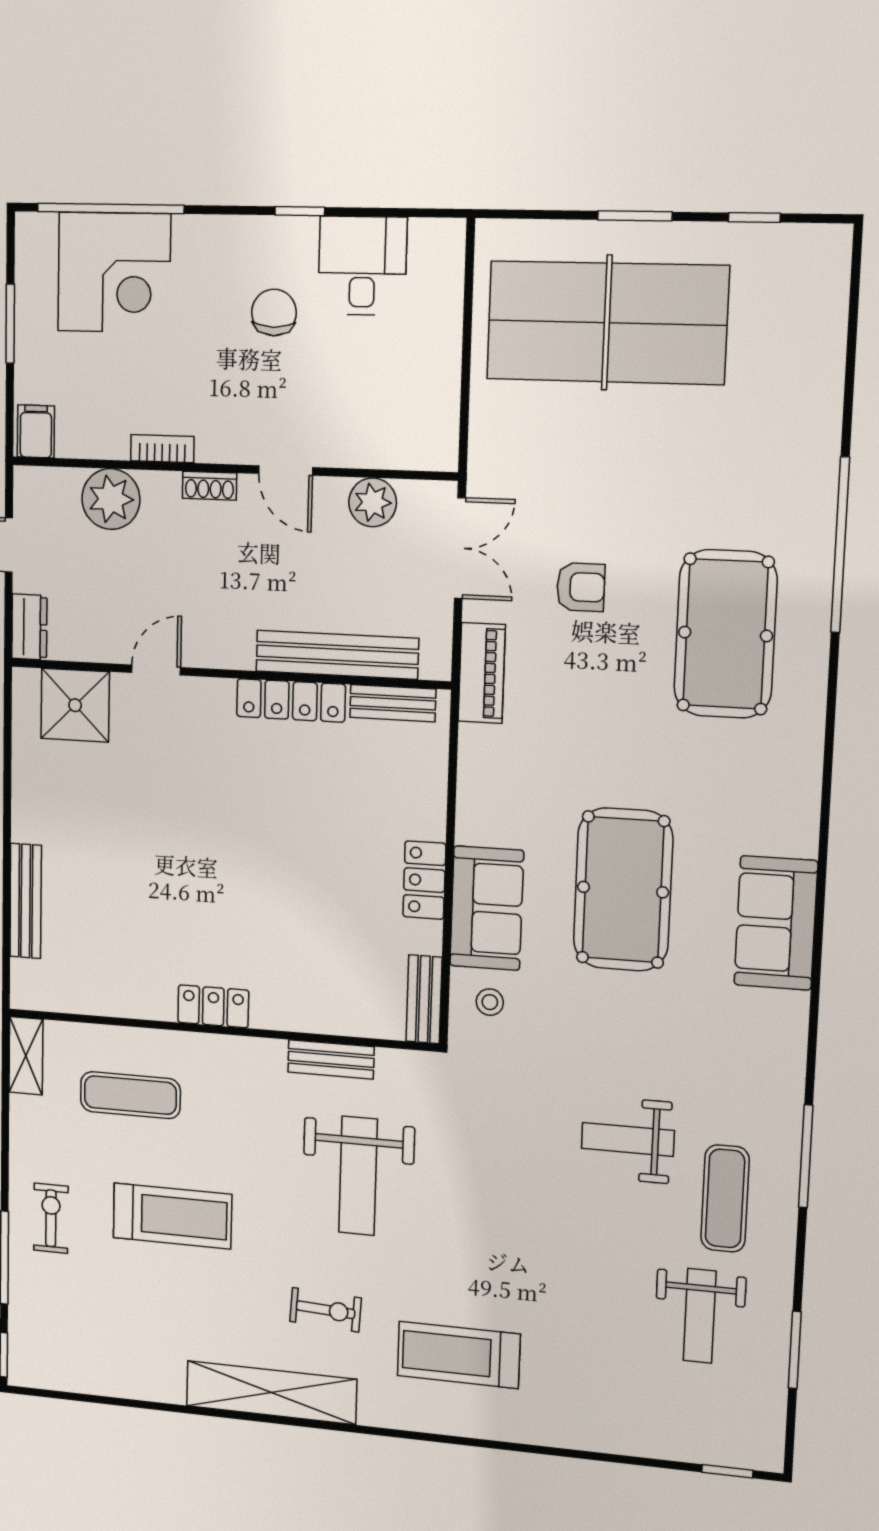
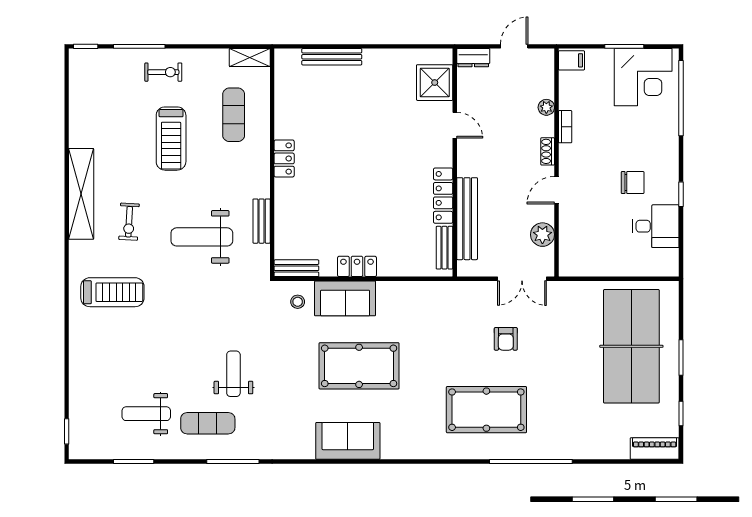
corner desk: (114, 273) -> (643, 77), moved, turned -90
plant: (111, 499) -> (546, 107), width x0.53, depth x0.53
piano: (482, 673) -> (655, 449), moved, turned 180
treadmill: (459, 1355) -> (112, 292), turned 90

